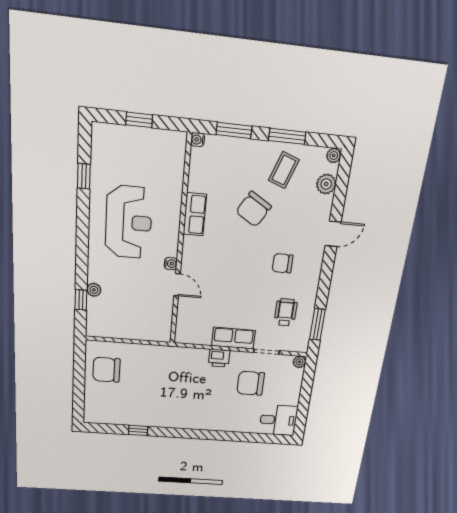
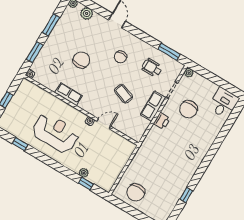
coffee table: (284, 170) -> (124, 94), moved
chair: (254, 209) -> (81, 60), turned -121

